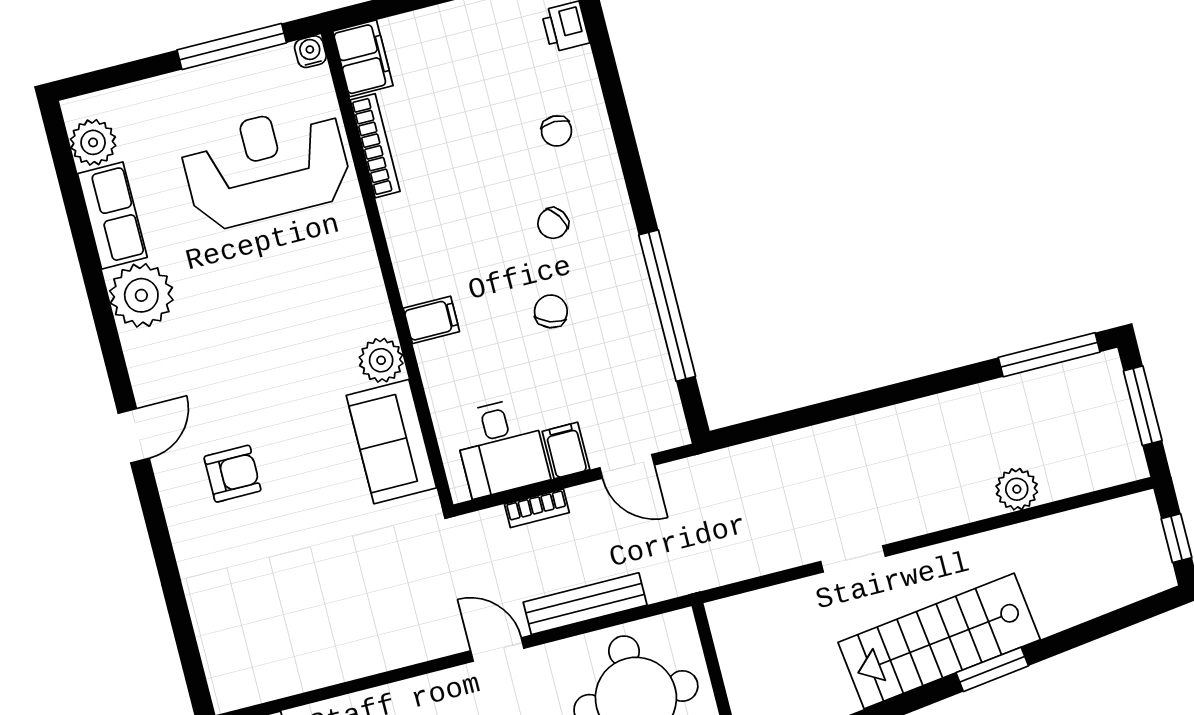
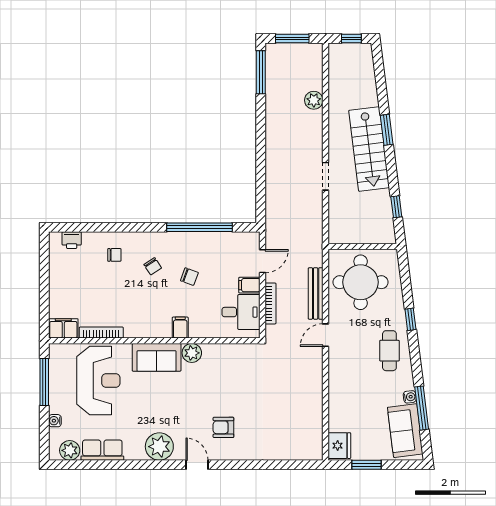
water cooler: (310, 52) -> (55, 421), moved
reception desk: (266, 167) -> (98, 380), turned 180
plant: (141, 295) -> (159, 447), moved
chair: (551, 311) -> (189, 277), turned 180
sofa: (391, 442) -> (157, 357), moved
armchair: (233, 474) -> (223, 427), turned -90
bookcase: (537, 508) -> (270, 303), width x1.56

